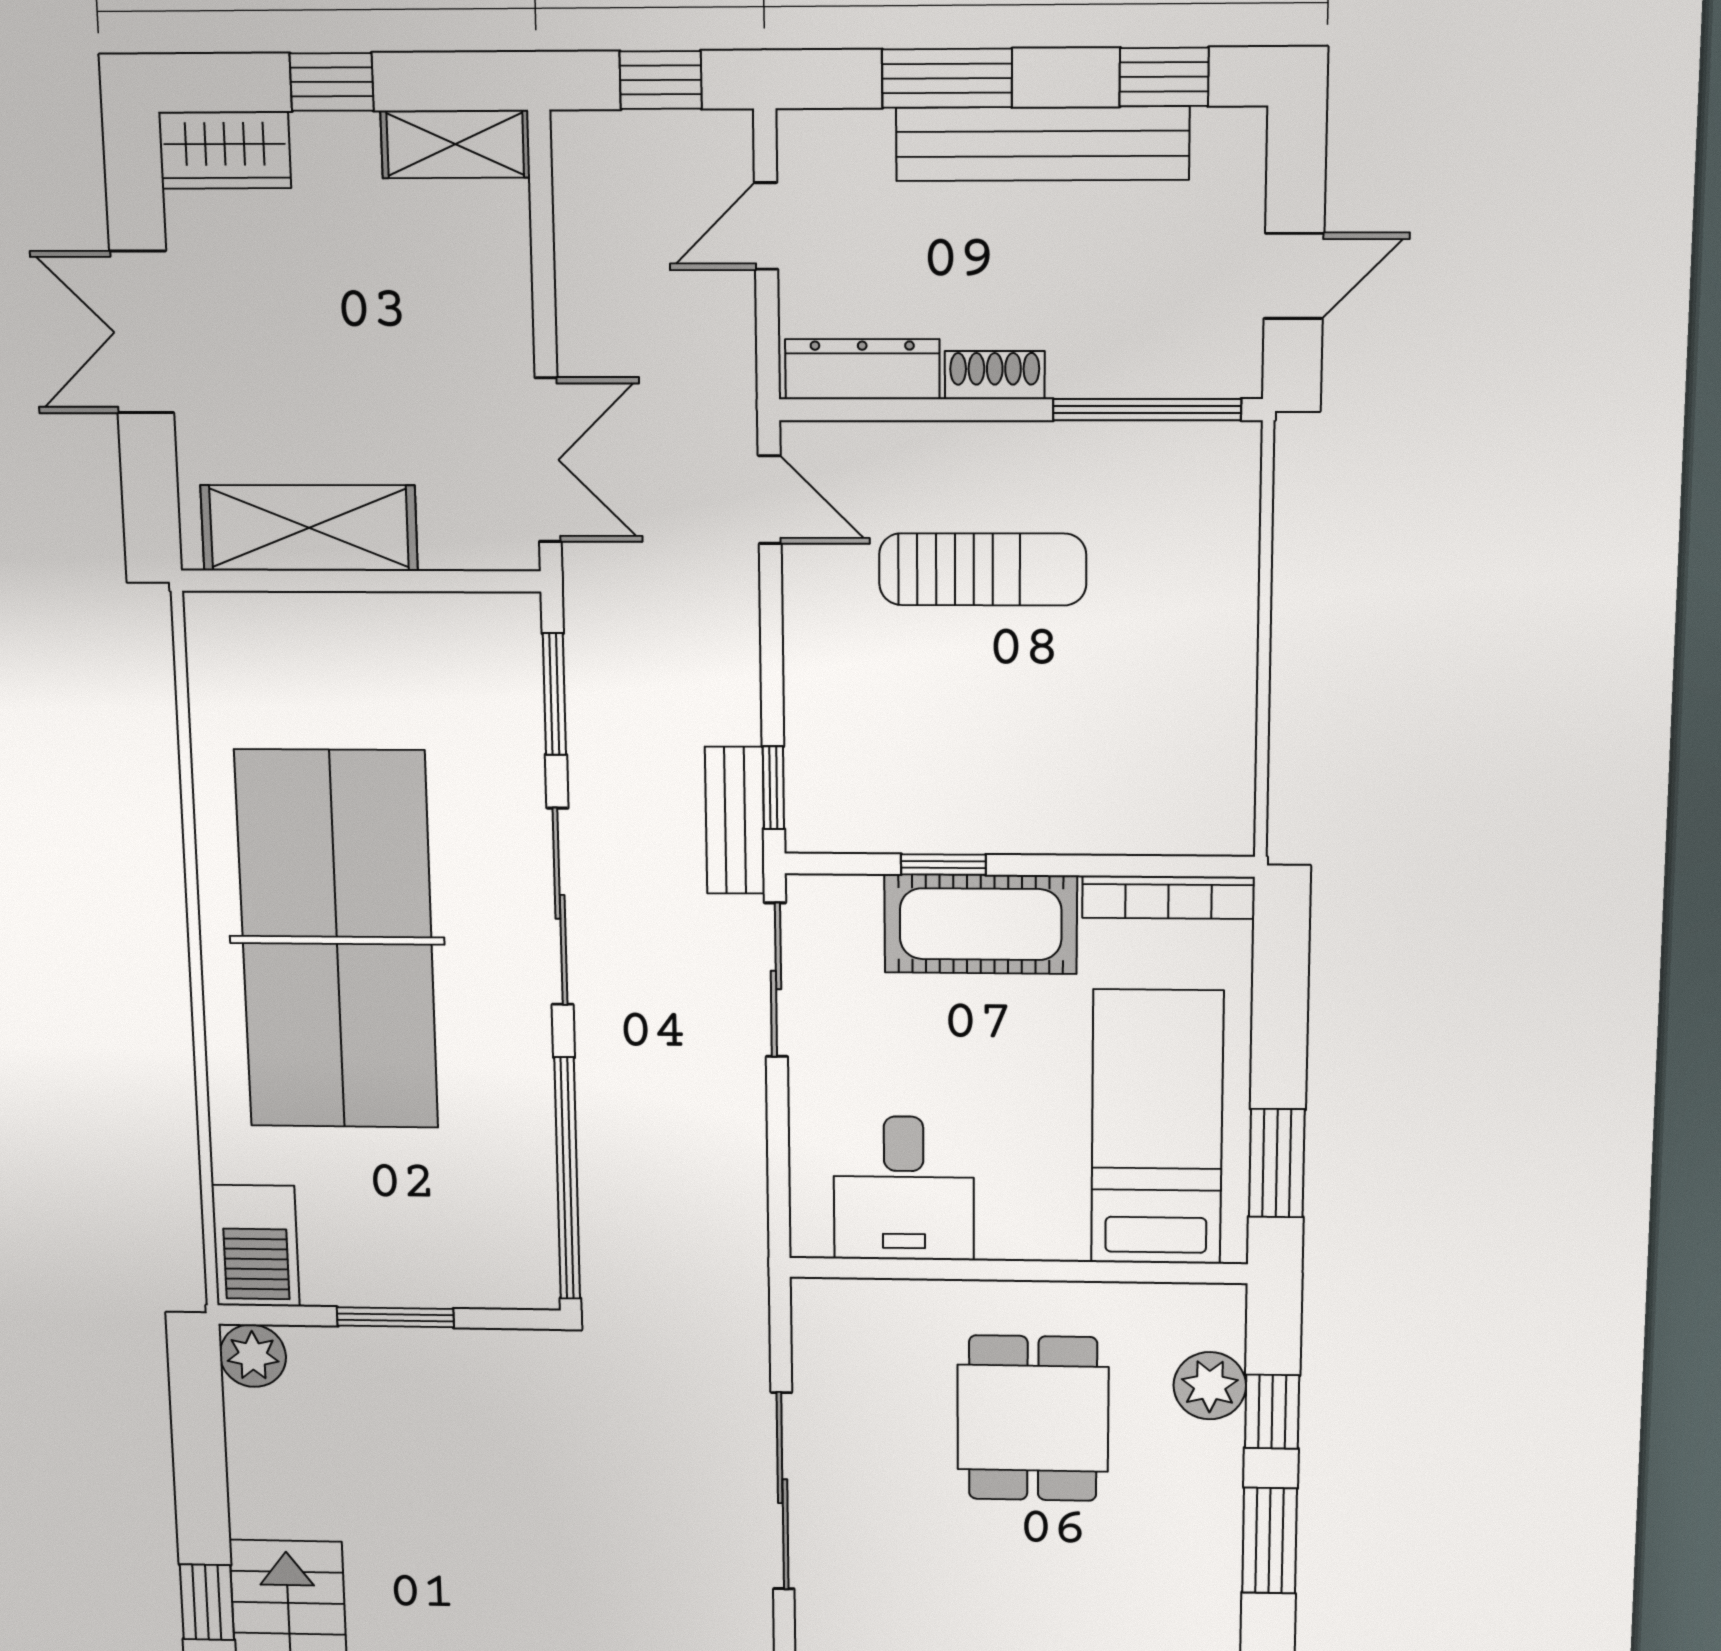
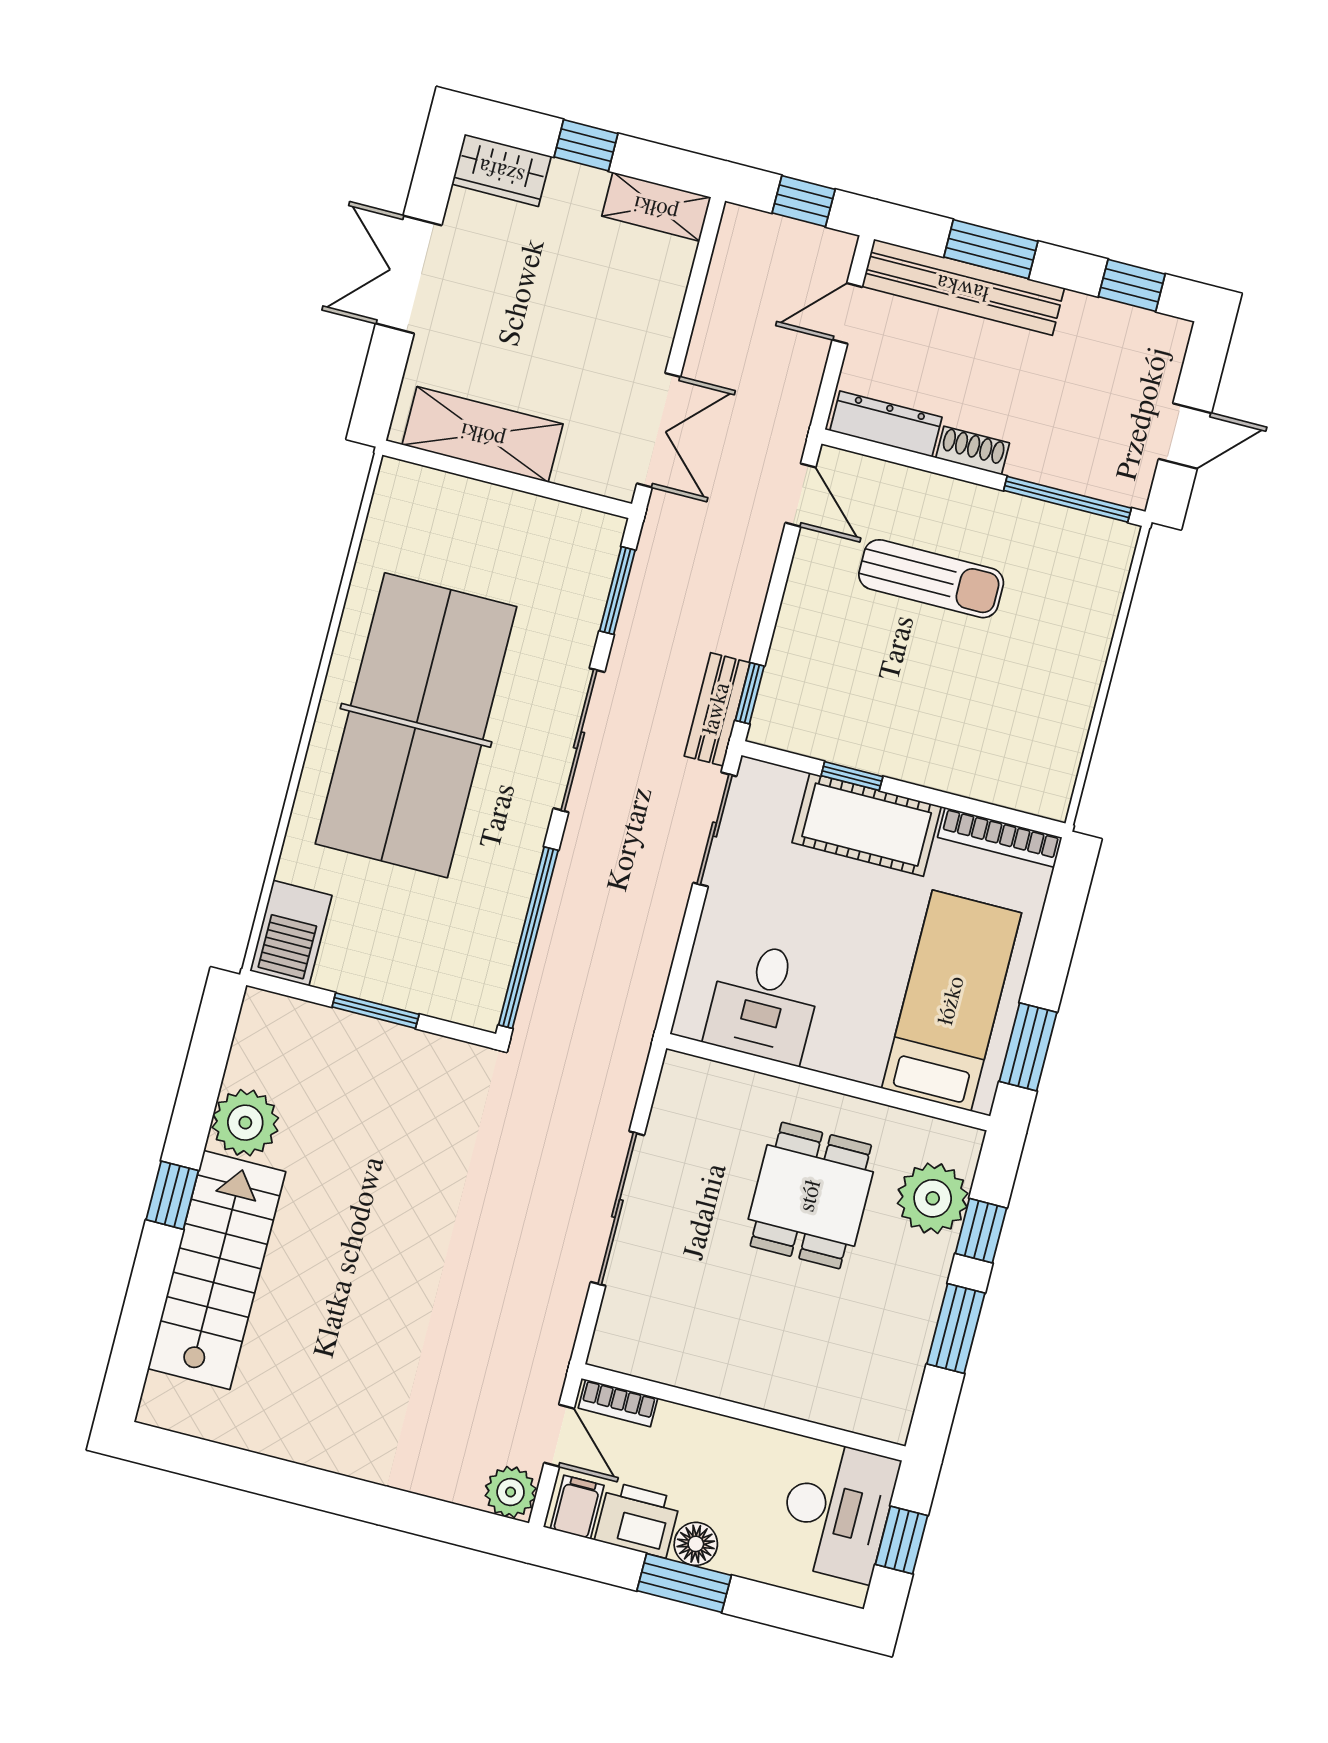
bench: (1042, 144) -> (963, 287), moved
plant: (253, 1356) -> (245, 1123), moved, width x1.36, depth x1.36
plant: (1210, 1386) -> (933, 1198), width x1.36, depth x1.36

